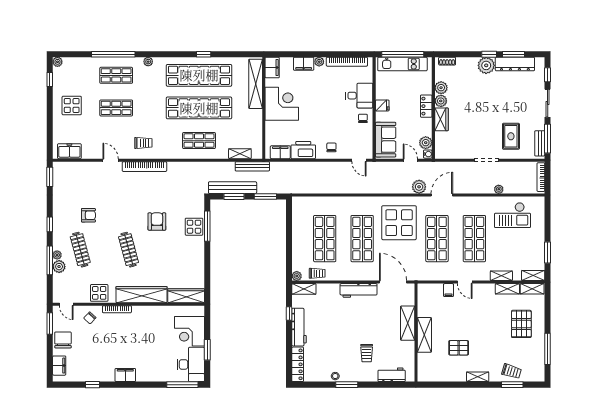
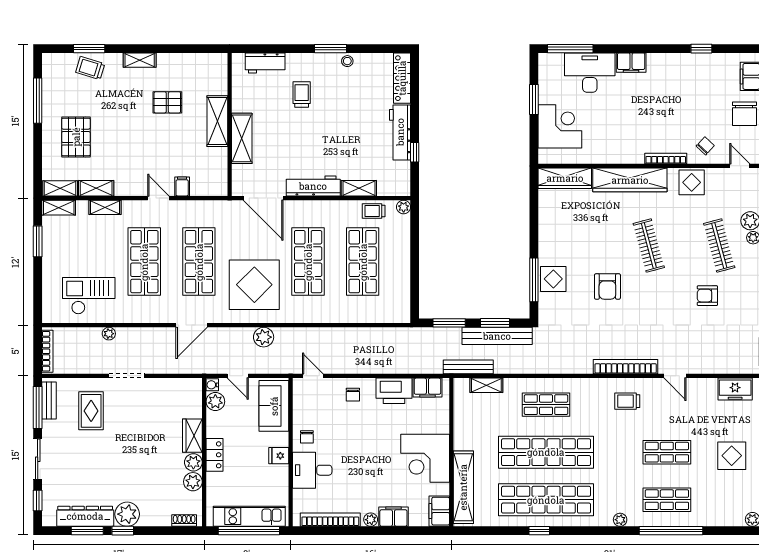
plant: (419, 187) -> (264, 337), moved
shelving: (304, 289) -> (359, 188), moved
desk: (191, 364) -> (590, 73), moved, turned 90
filing cabinet: (125, 375) -> (631, 63), moved

